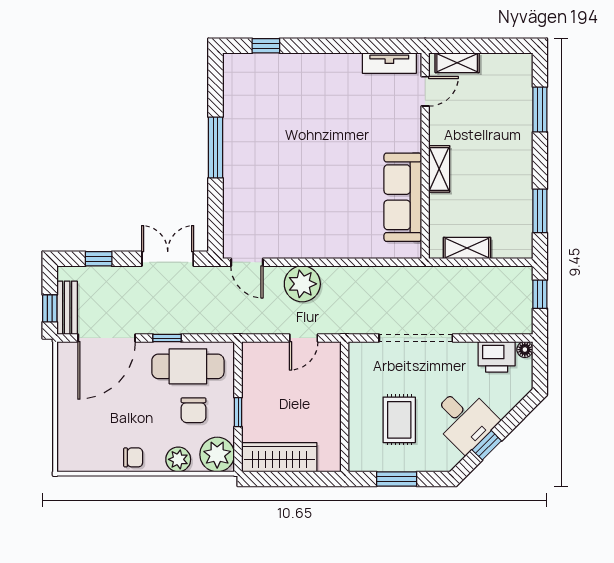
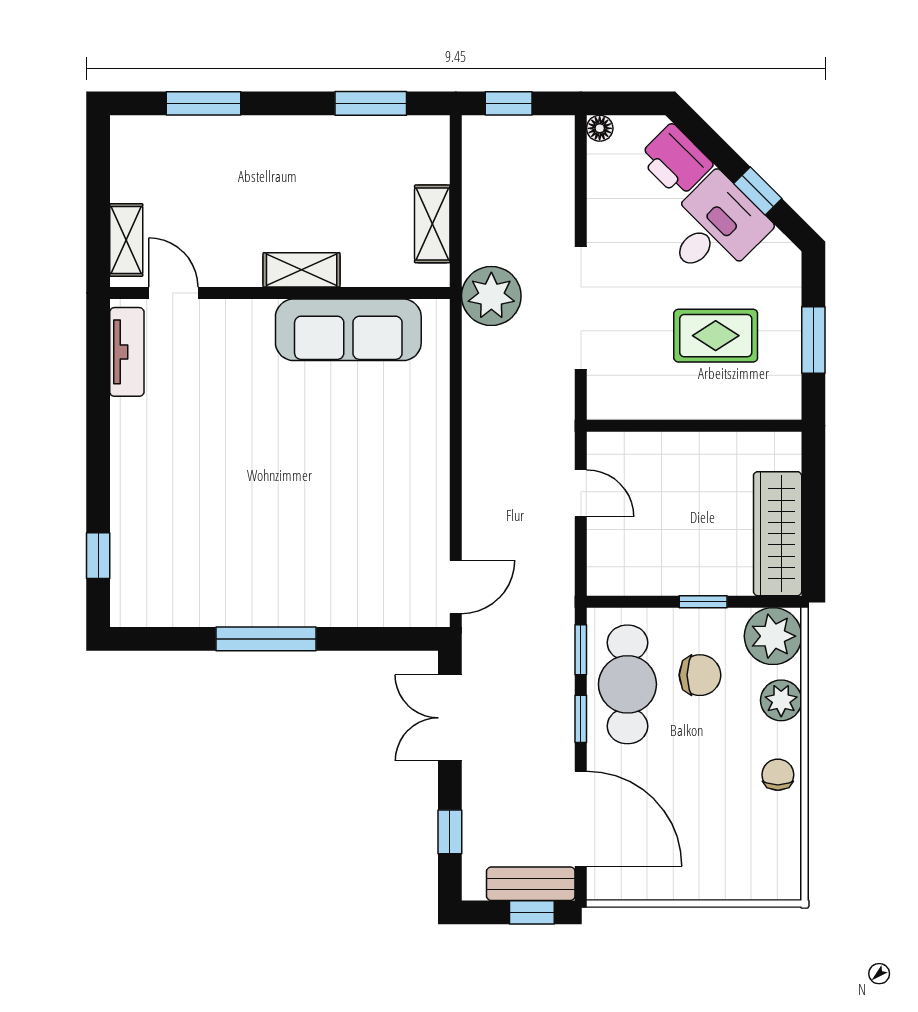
plant: (302, 284) -> (491, 296), moved
window: (209, 338) -> (581, 650), added
printer: (497, 357) -> (675, 161), moved, turned 135

